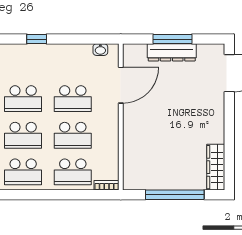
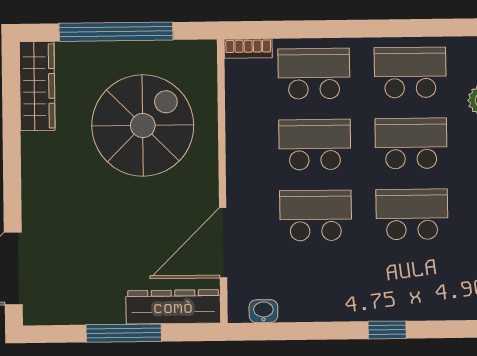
dresser: (172, 52) -> (173, 307), moved
spiral stairs: (161, 146) -> (143, 125), added

